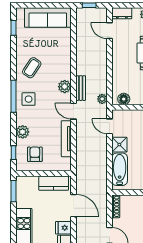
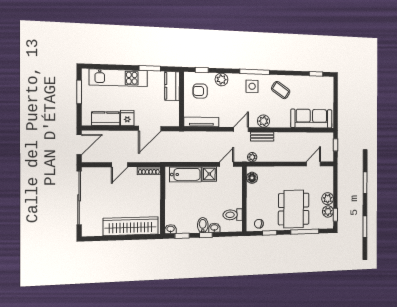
dresser: (122, 13) -> (329, 175), removed
sofa: (48, 18) -> (311, 119), moved, turned 90
tv unit: (66, 139) -> (201, 122), moved
armchair: (35, 154) -> (200, 91), turned 180
kitchen counter: (54, 183) -> (172, 86), moved
window: (13, 191) -> (150, 68), moved

